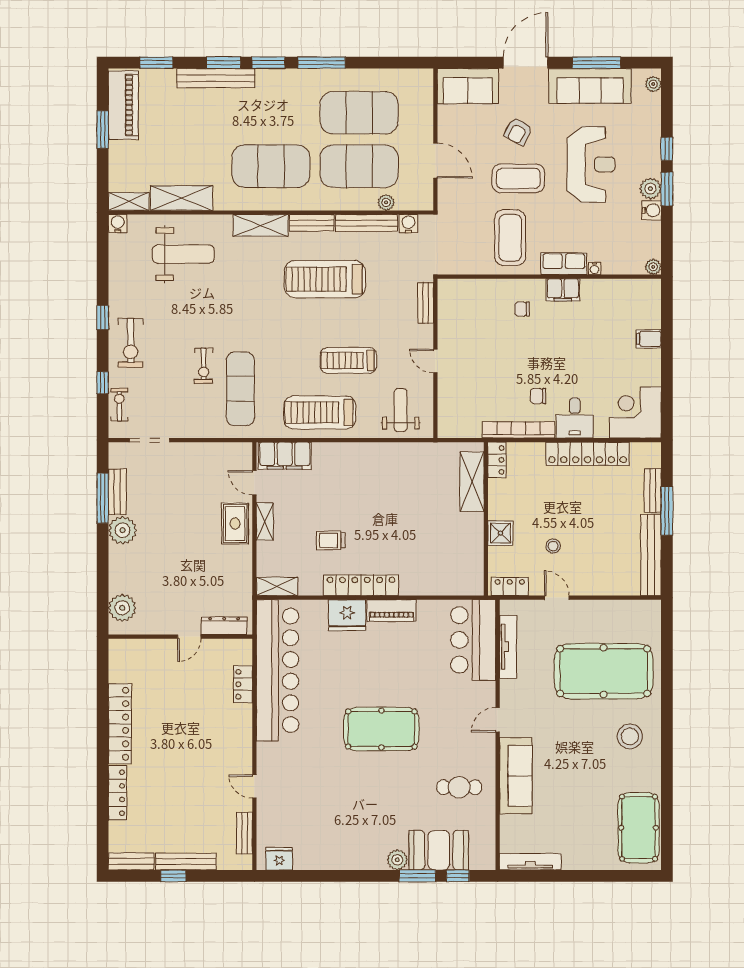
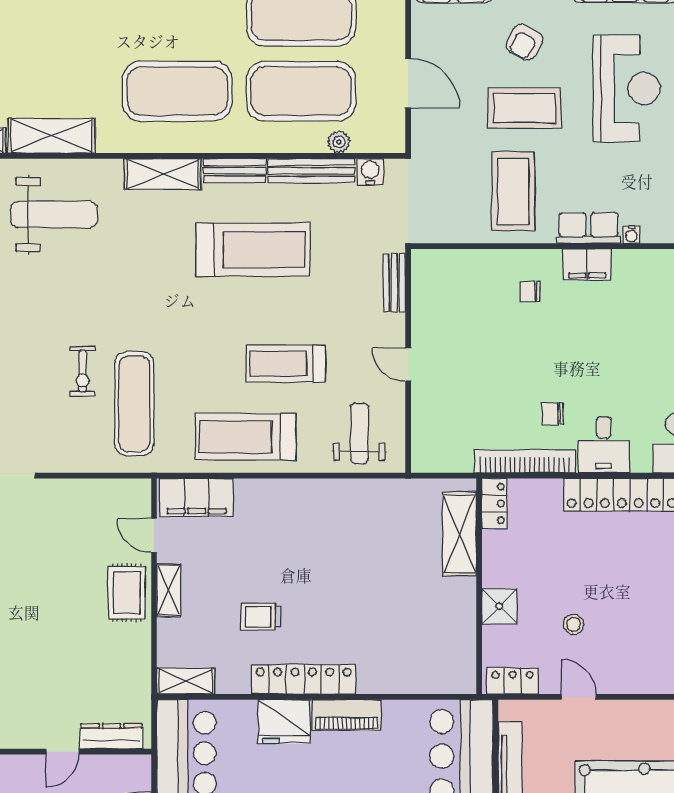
treadmill: (325, 279) -> (253, 250), turned 180

